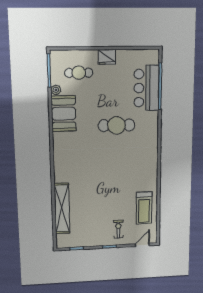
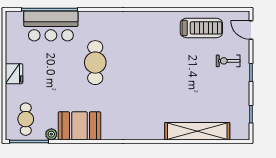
cafe table: (79, 73) -> (26, 119), moved

